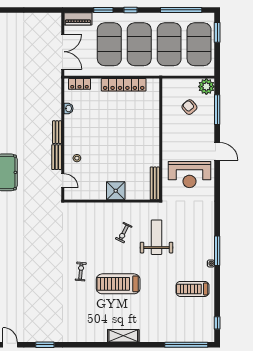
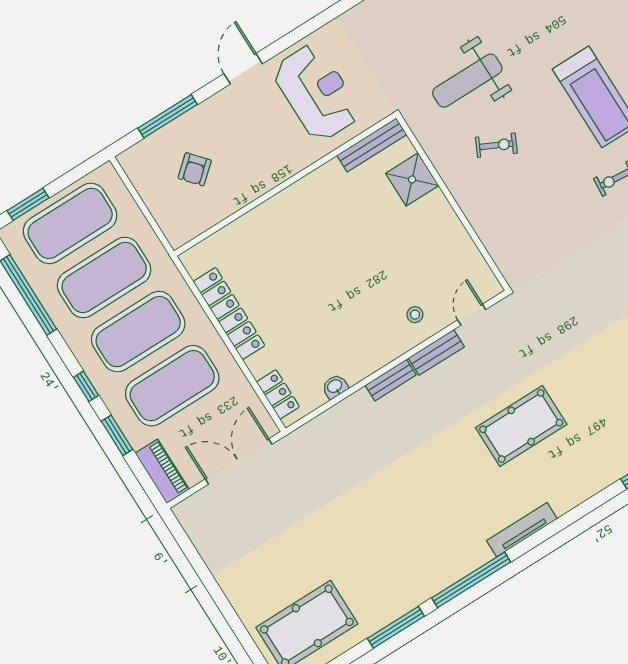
plant: (206, 87) -> (138, 162), removed
shower: (116, 191) -> (412, 179), moved

